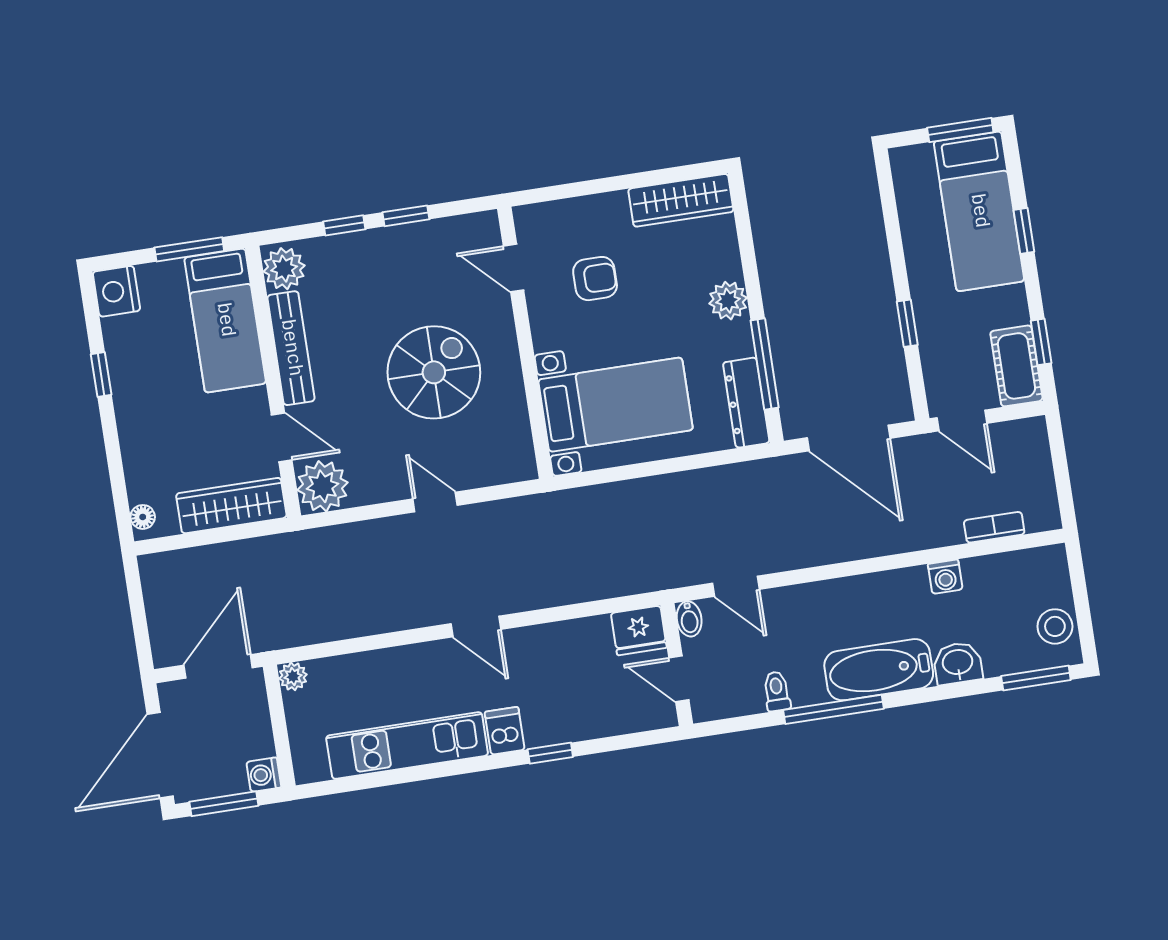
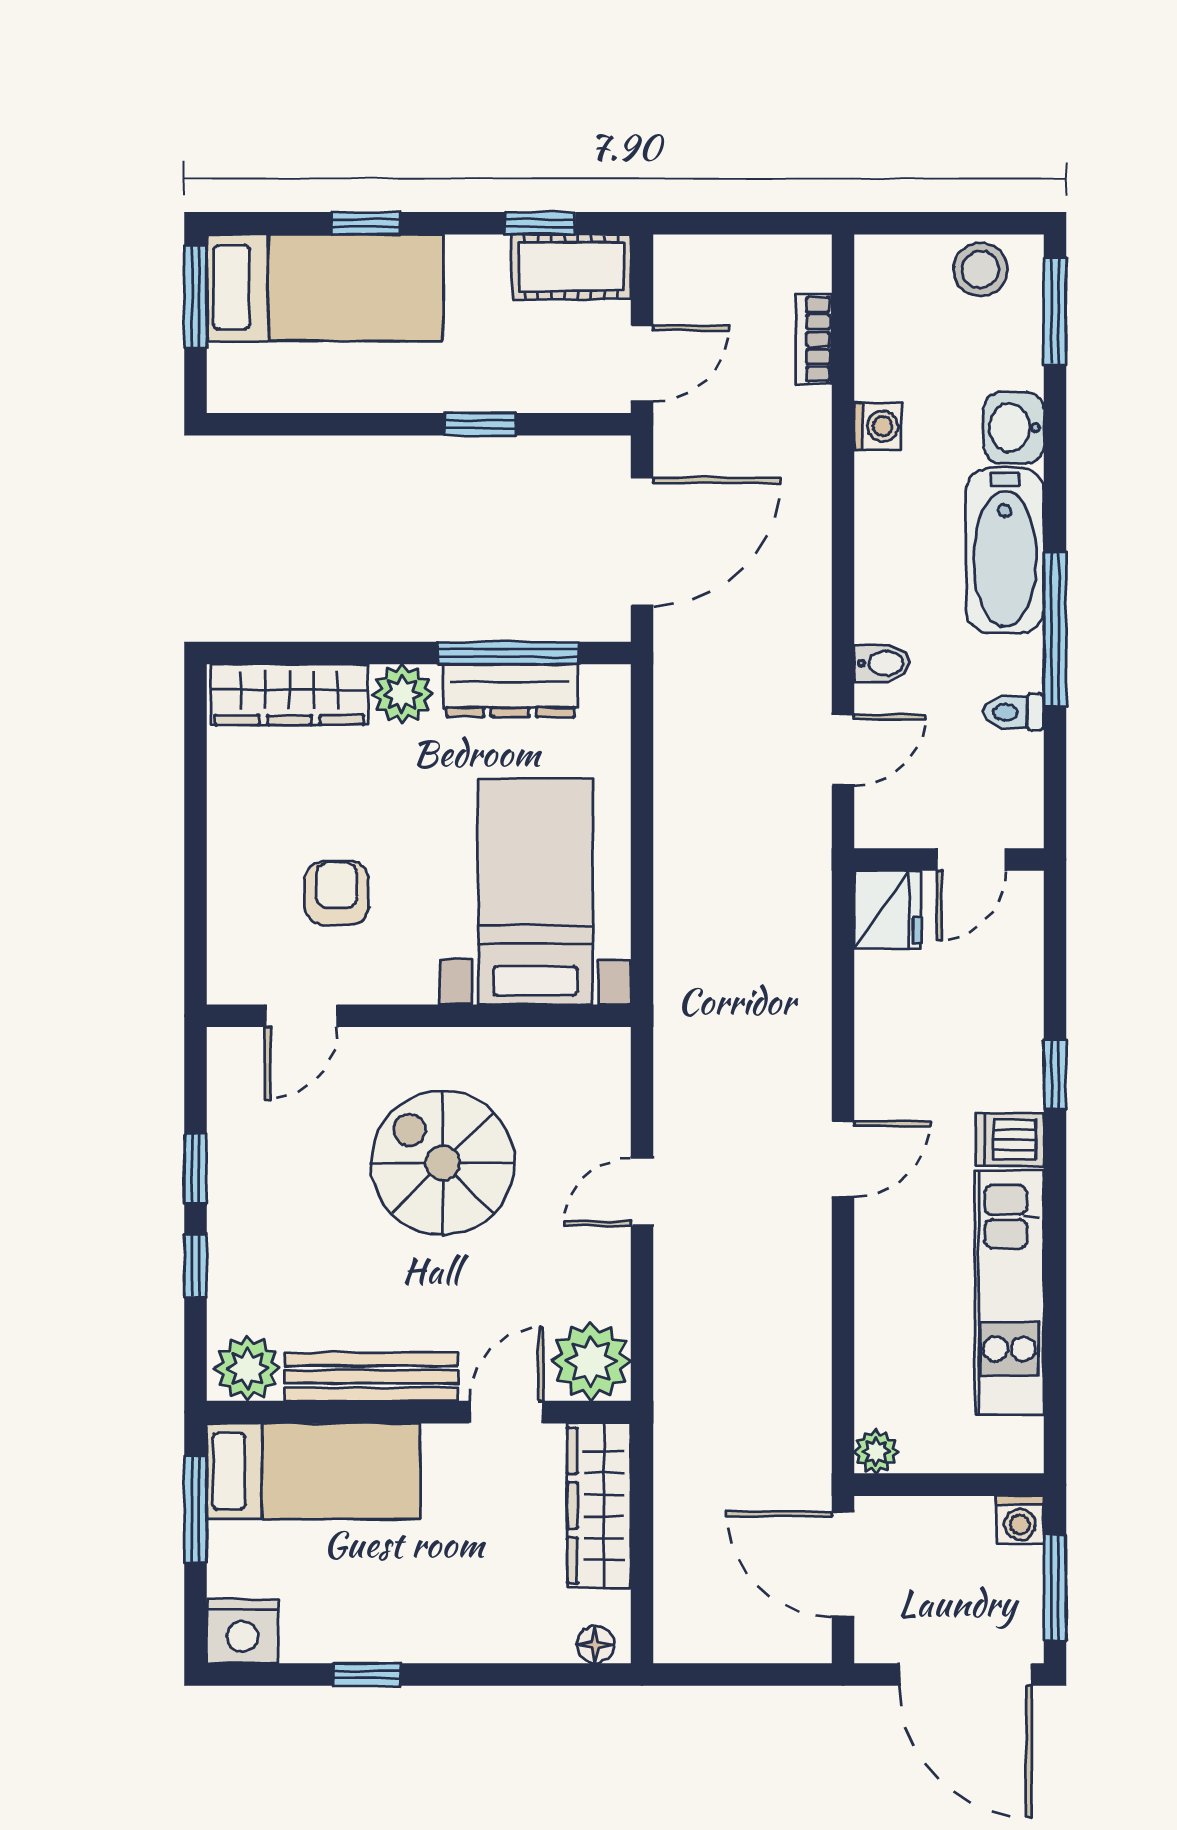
wardrobe: (681, 200) -> (289, 695), moved, turned 90
dresser: (746, 403) -> (510, 691), moved
bidet: (689, 619) -> (882, 663), moved

